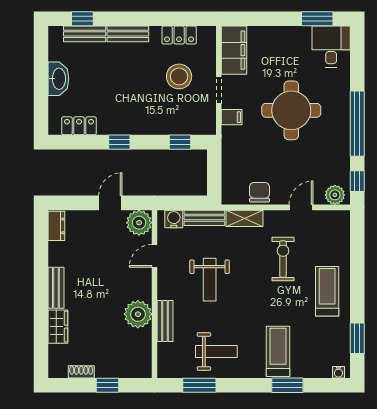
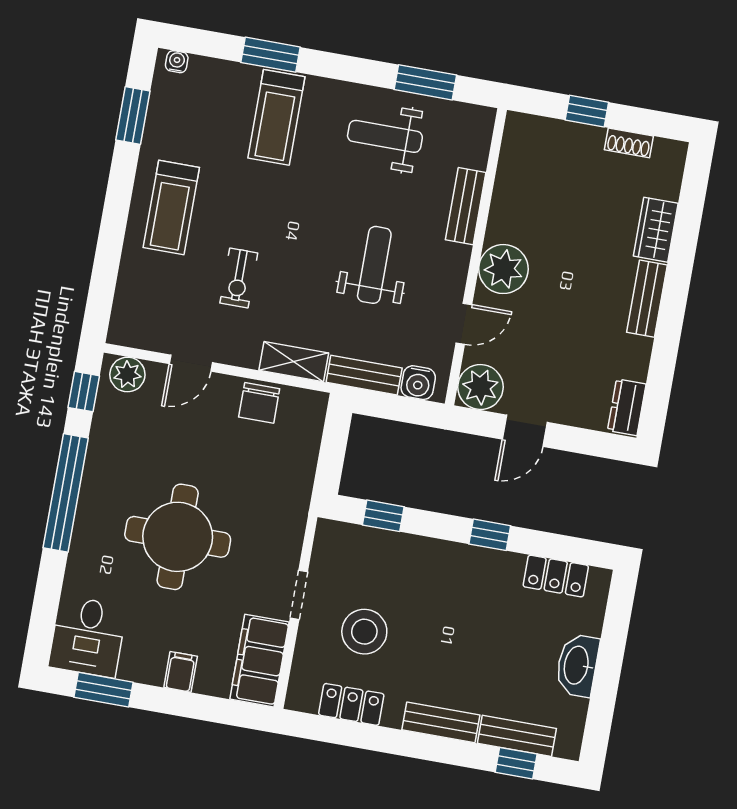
filing cabinet: (232, 117) -> (181, 672), moved, turned 90
exercise bike: (283, 259) -> (239, 278), width x0.73, depth x0.72
plant: (138, 314) -> (503, 269), moved

